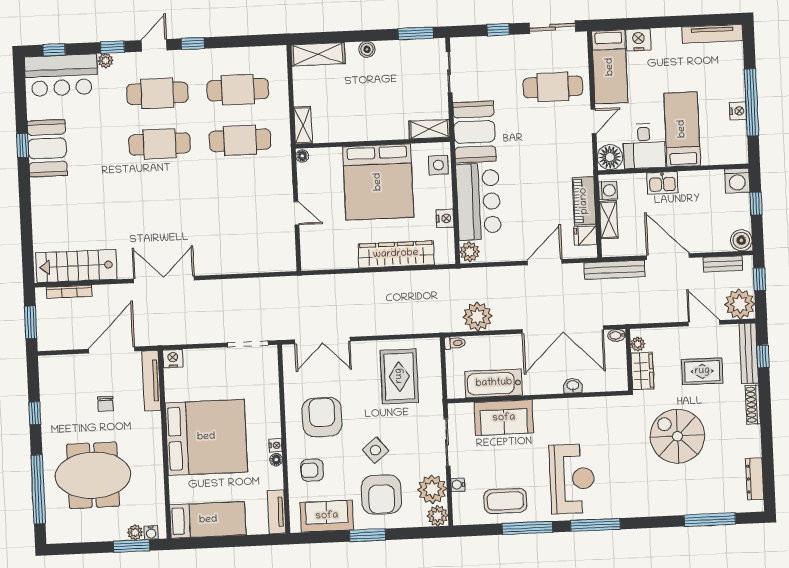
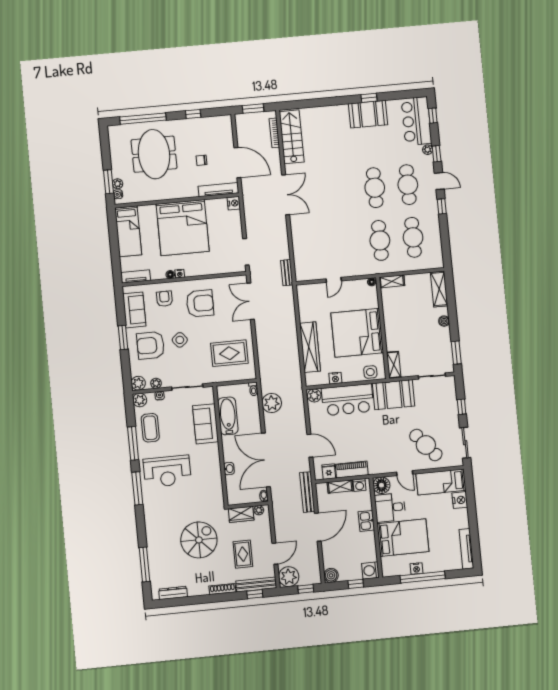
cafe table: (553, 87) -> (426, 445), turned -40
bed: (682, 129) -> (403, 538), width x1.50
bench: (723, 264) -> (287, 273), moved
plant: (432, 489) -> (156, 383), width x0.53, depth x0.53
plant: (463, 515) -> (140, 400), added

